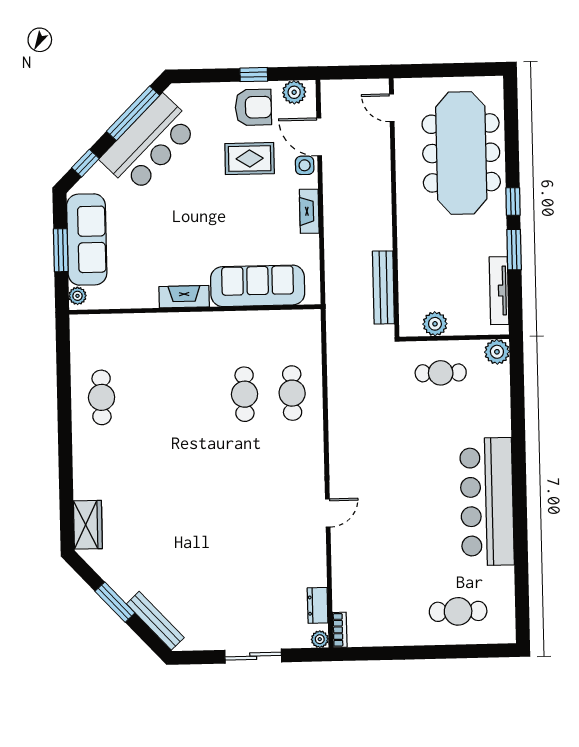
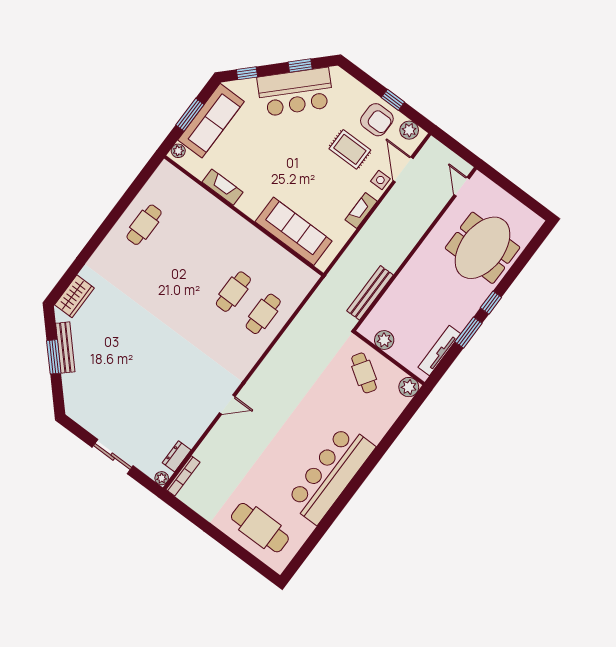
window: (133, 113) -> (300, 66), width x0.46
meeting table: (461, 153) -> (482, 248), width x0.73
fireplace: (184, 297) -> (222, 187), moved
cafe table: (441, 373) -> (364, 373), turned 33
cafe table: (458, 611) -> (260, 528), width x1.37, depth x1.35
bench: (155, 621) -> (65, 348), moved
bookcase: (340, 630) -> (183, 476), width x1.56

